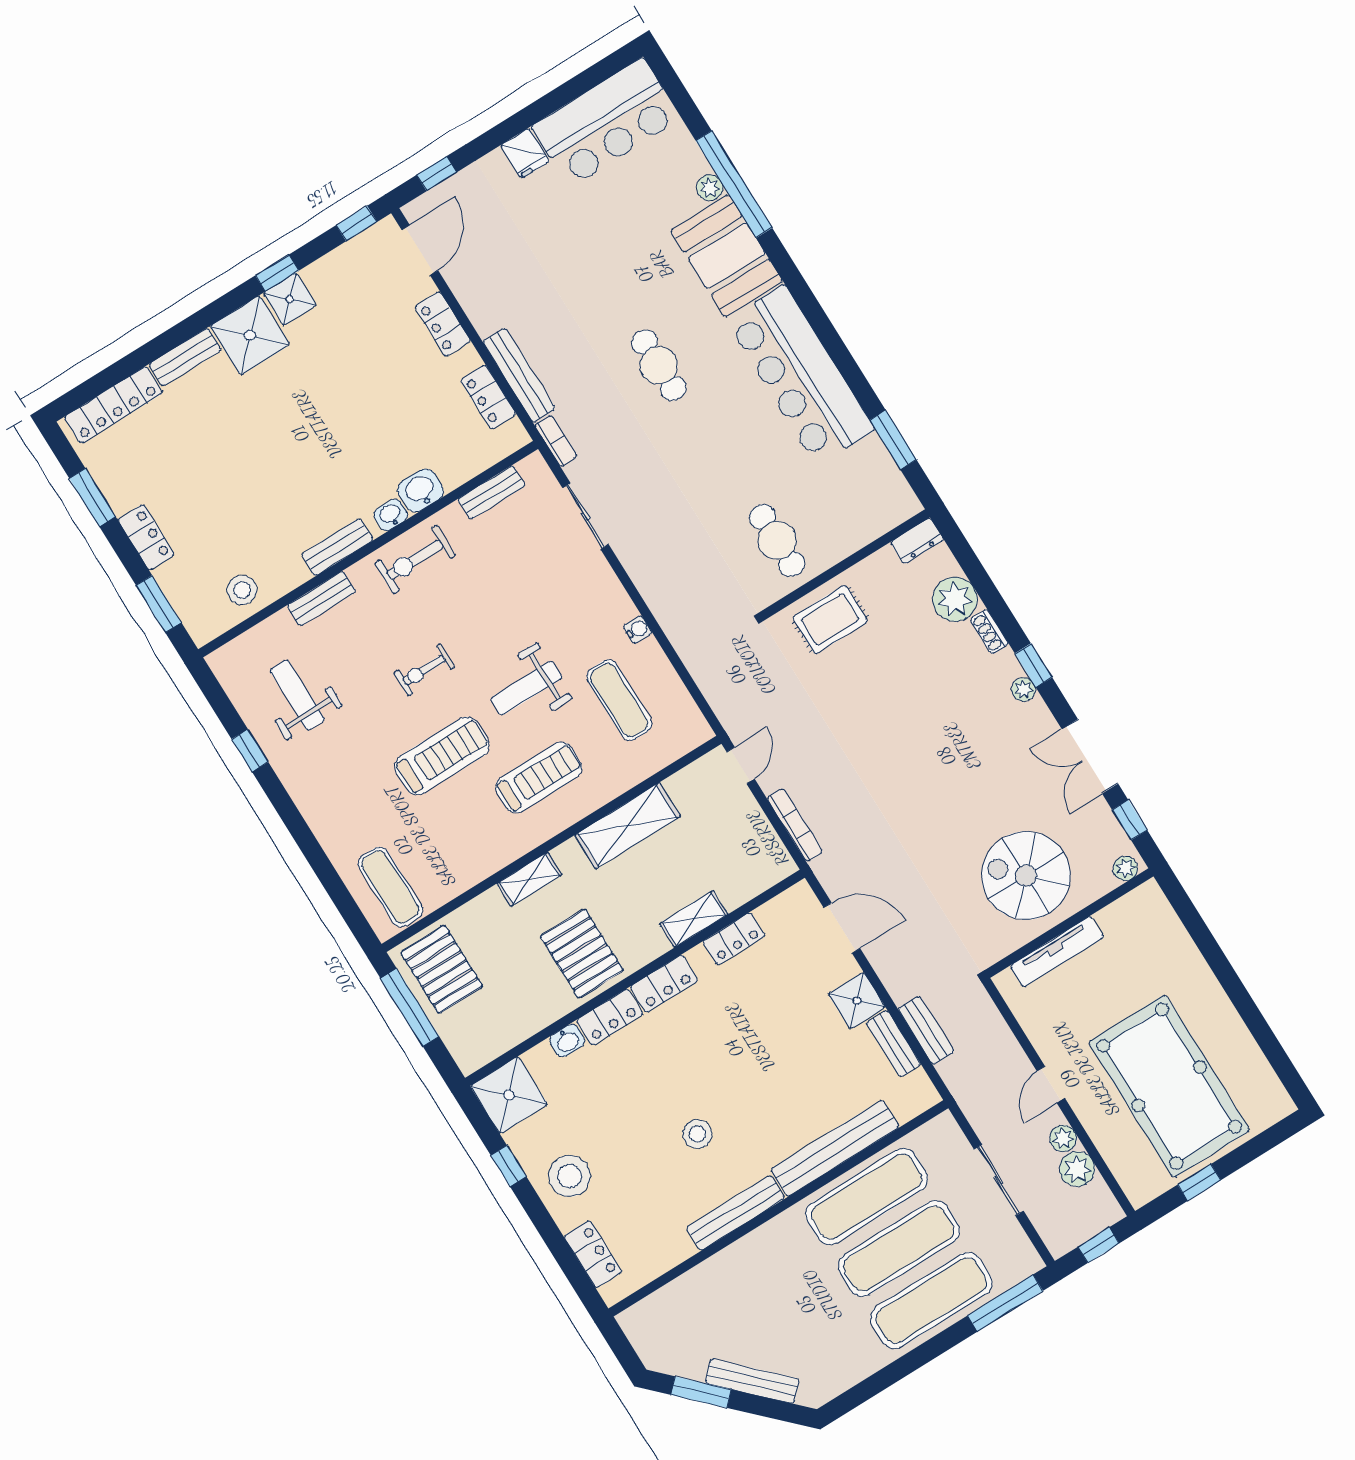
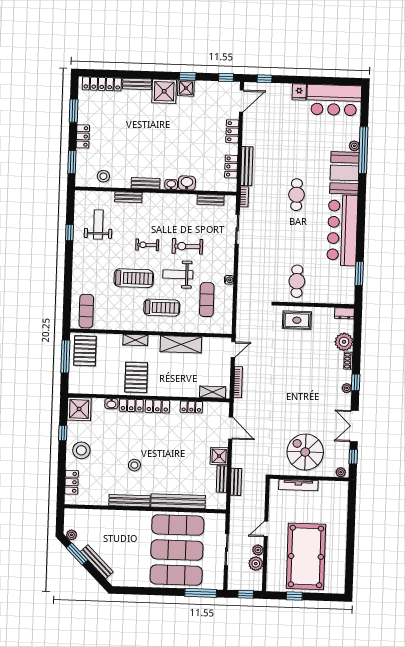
exercise bike: (415, 560) -> (187, 246), moved
shelving: (694, 919) -> (213, 392), moved
plant: (664, 1361) -> (72, 535), added

